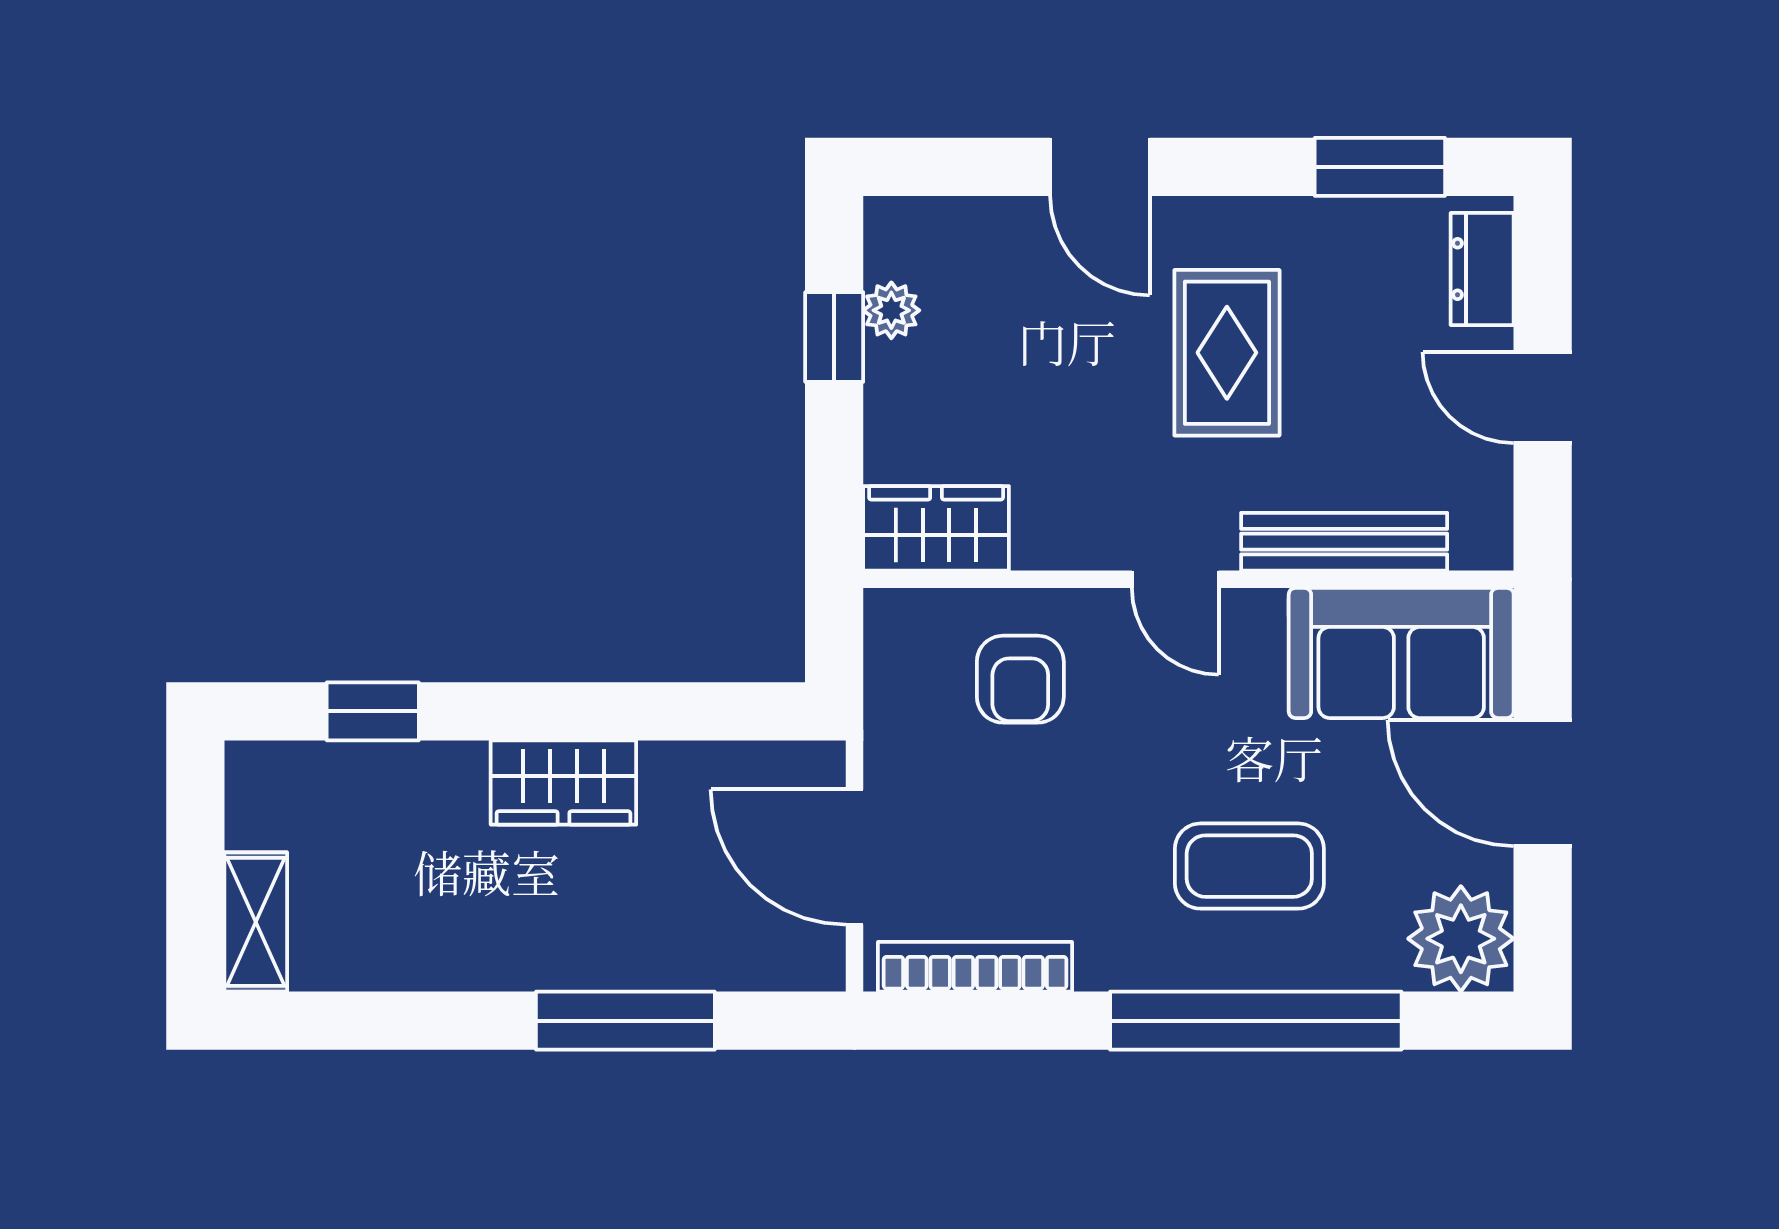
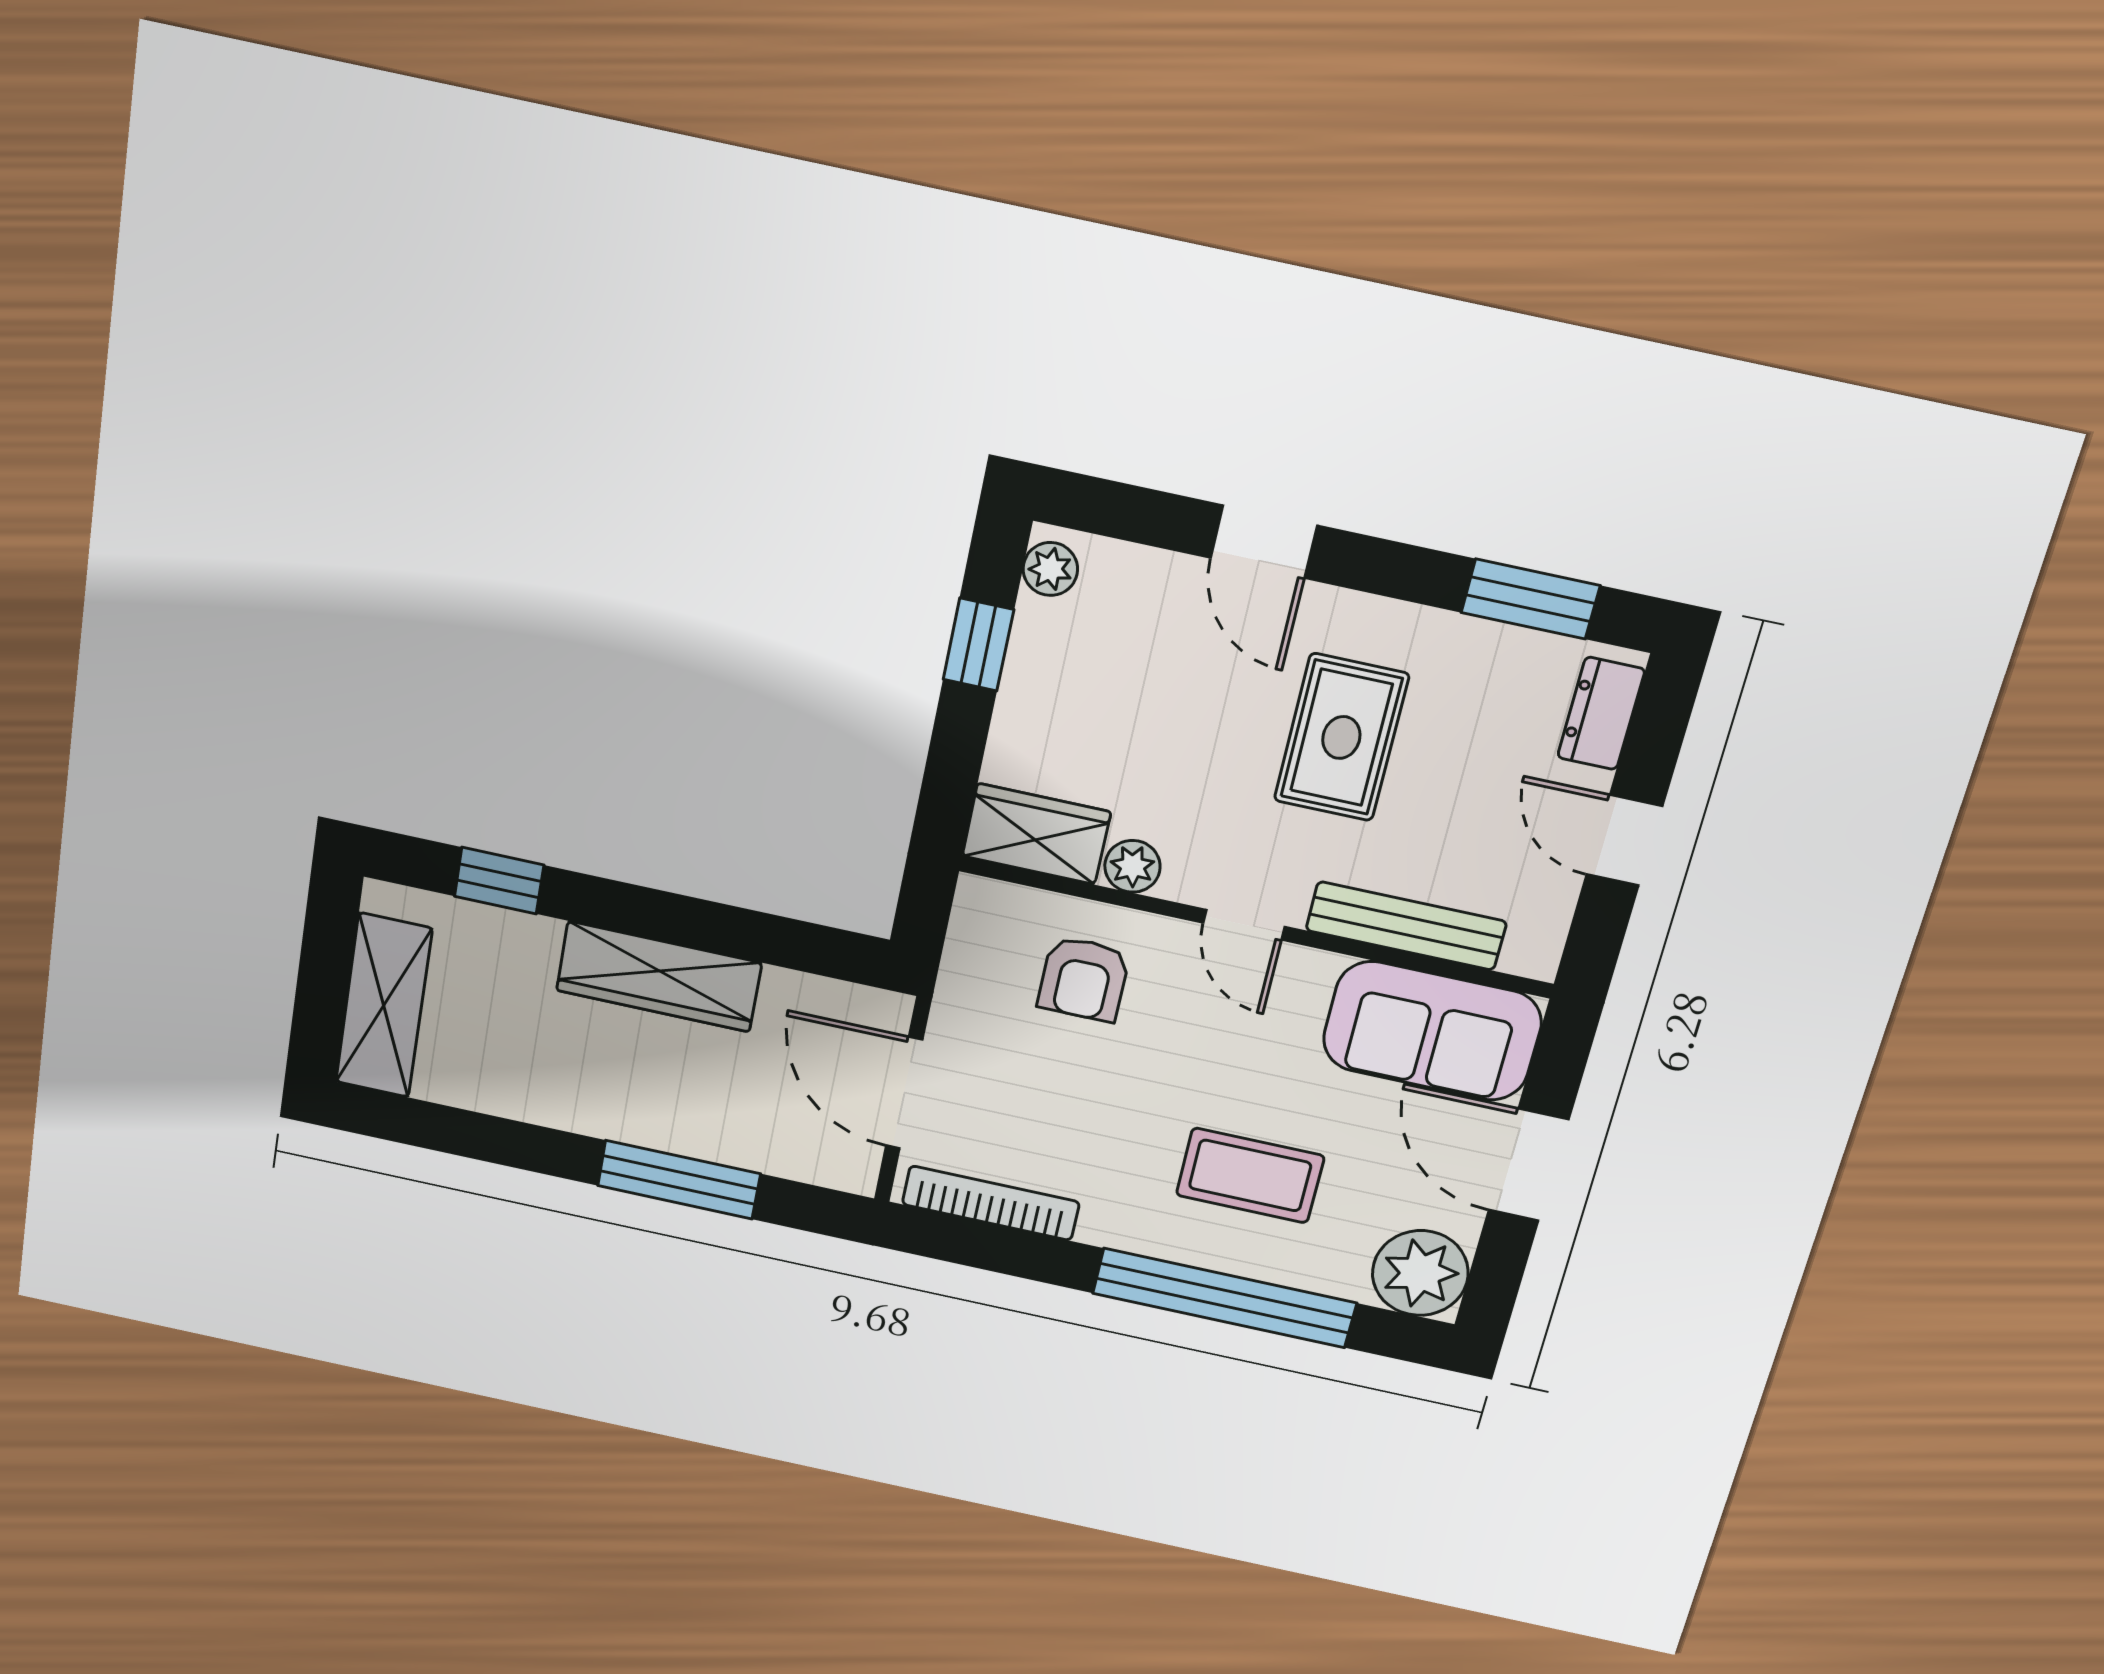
plant: (891, 310) -> (1050, 569), moved
plant: (1044, 541) -> (1132, 866), added
wardrobe: (563, 783) -> (659, 977), width x1.50
shelving: (256, 922) -> (384, 1006), width x1.50, depth x1.33

